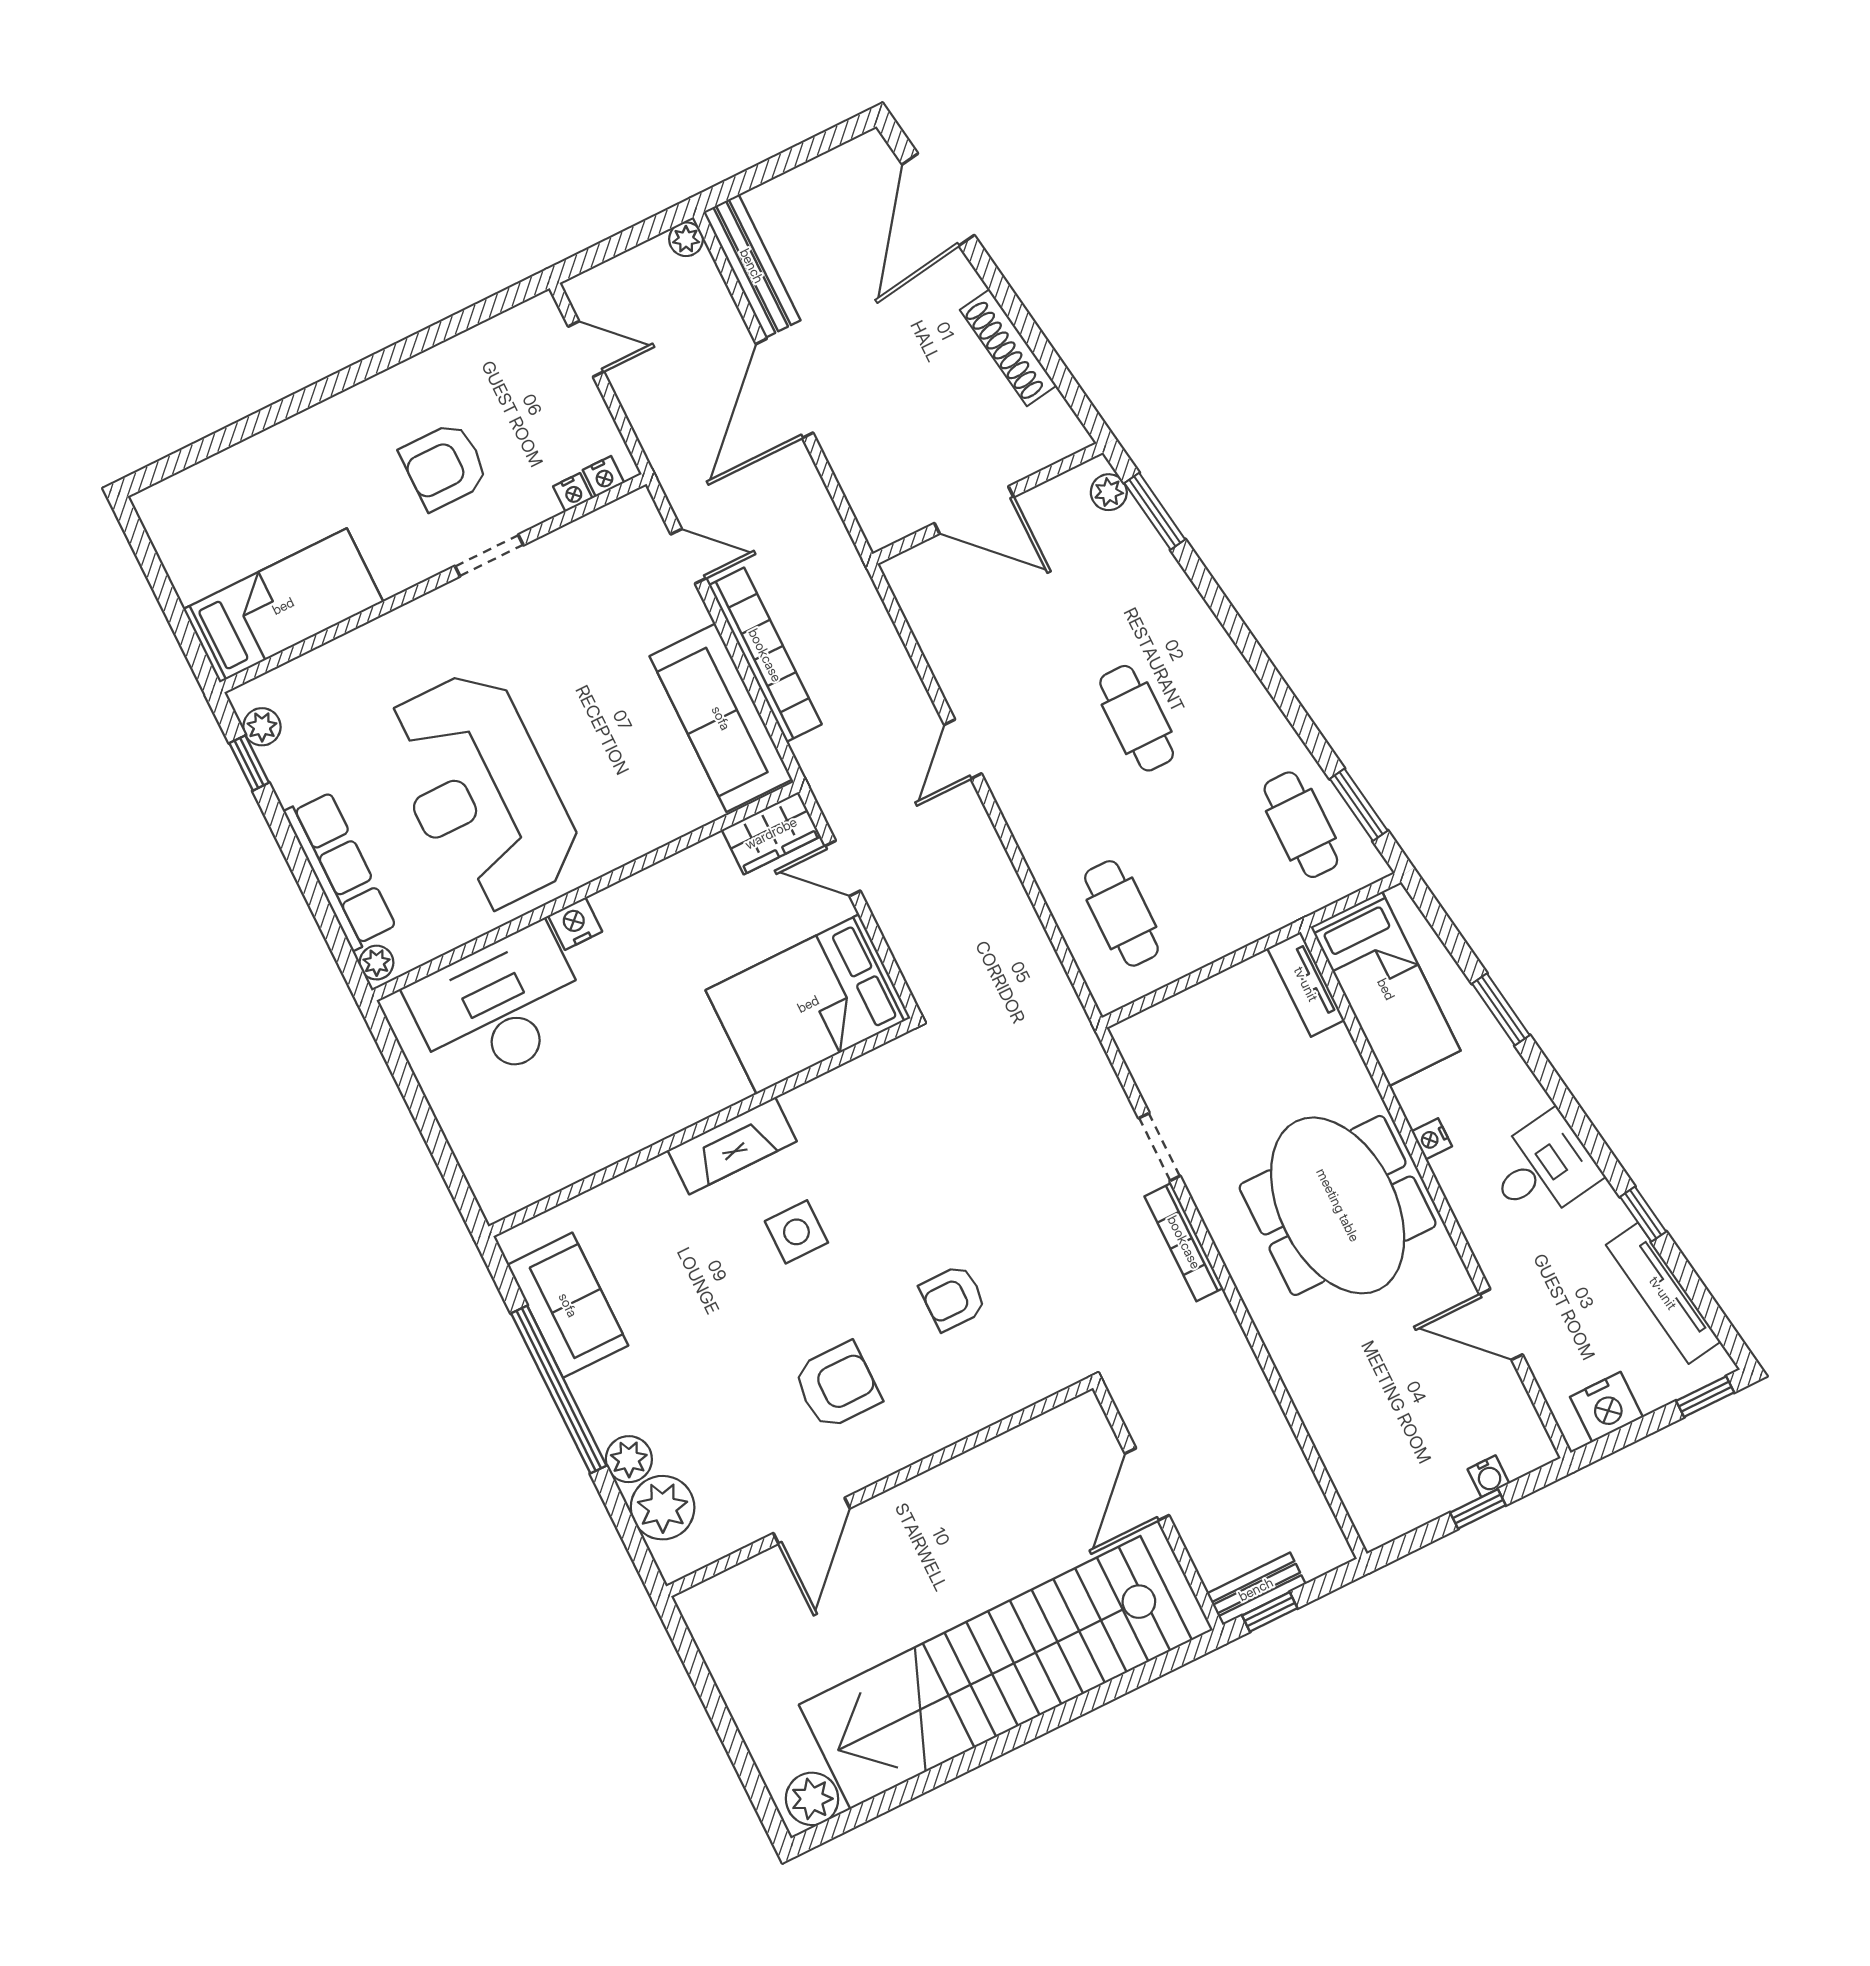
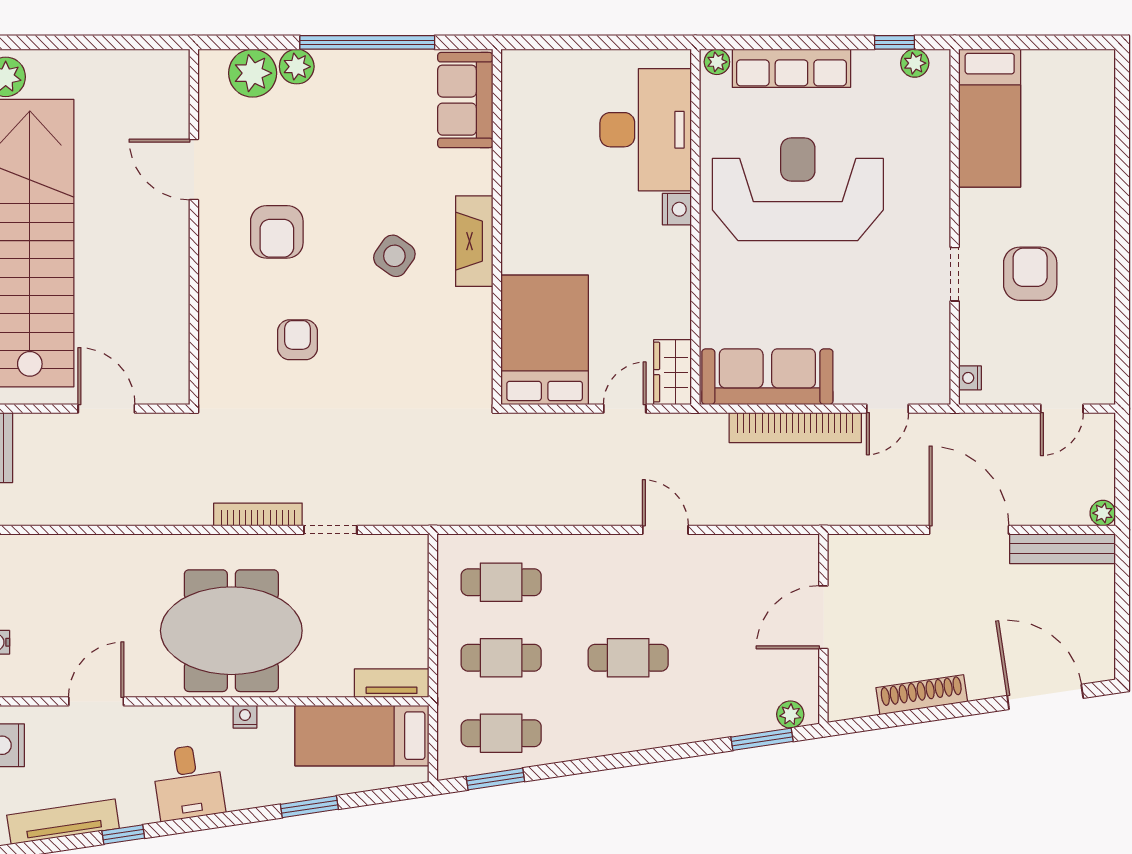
nightstand: (573, 492) -> (969, 352), removed
cafe table: (1211, 869) -> (501, 658), added
side table: (796, 1232) -> (394, 256), turned 35
sofa: (568, 1305) -> (465, 100), moved, turned 90

